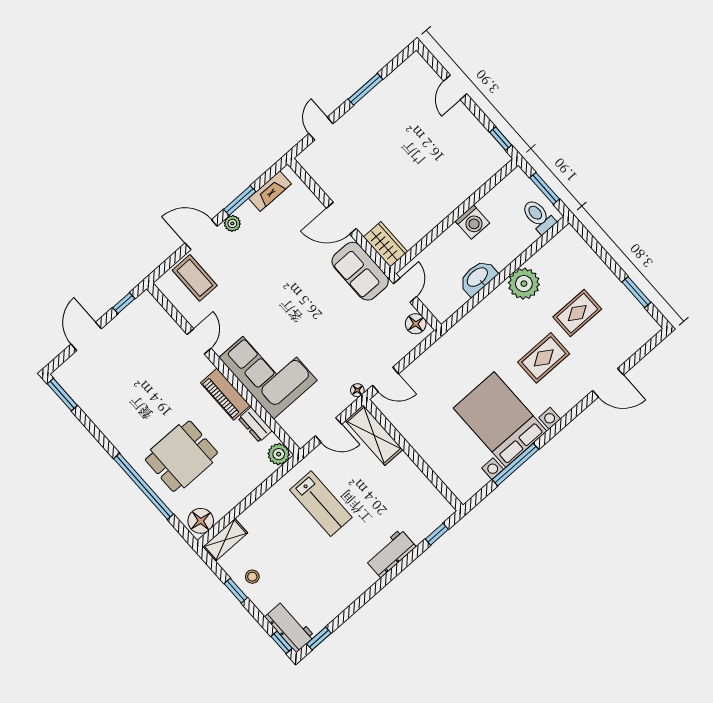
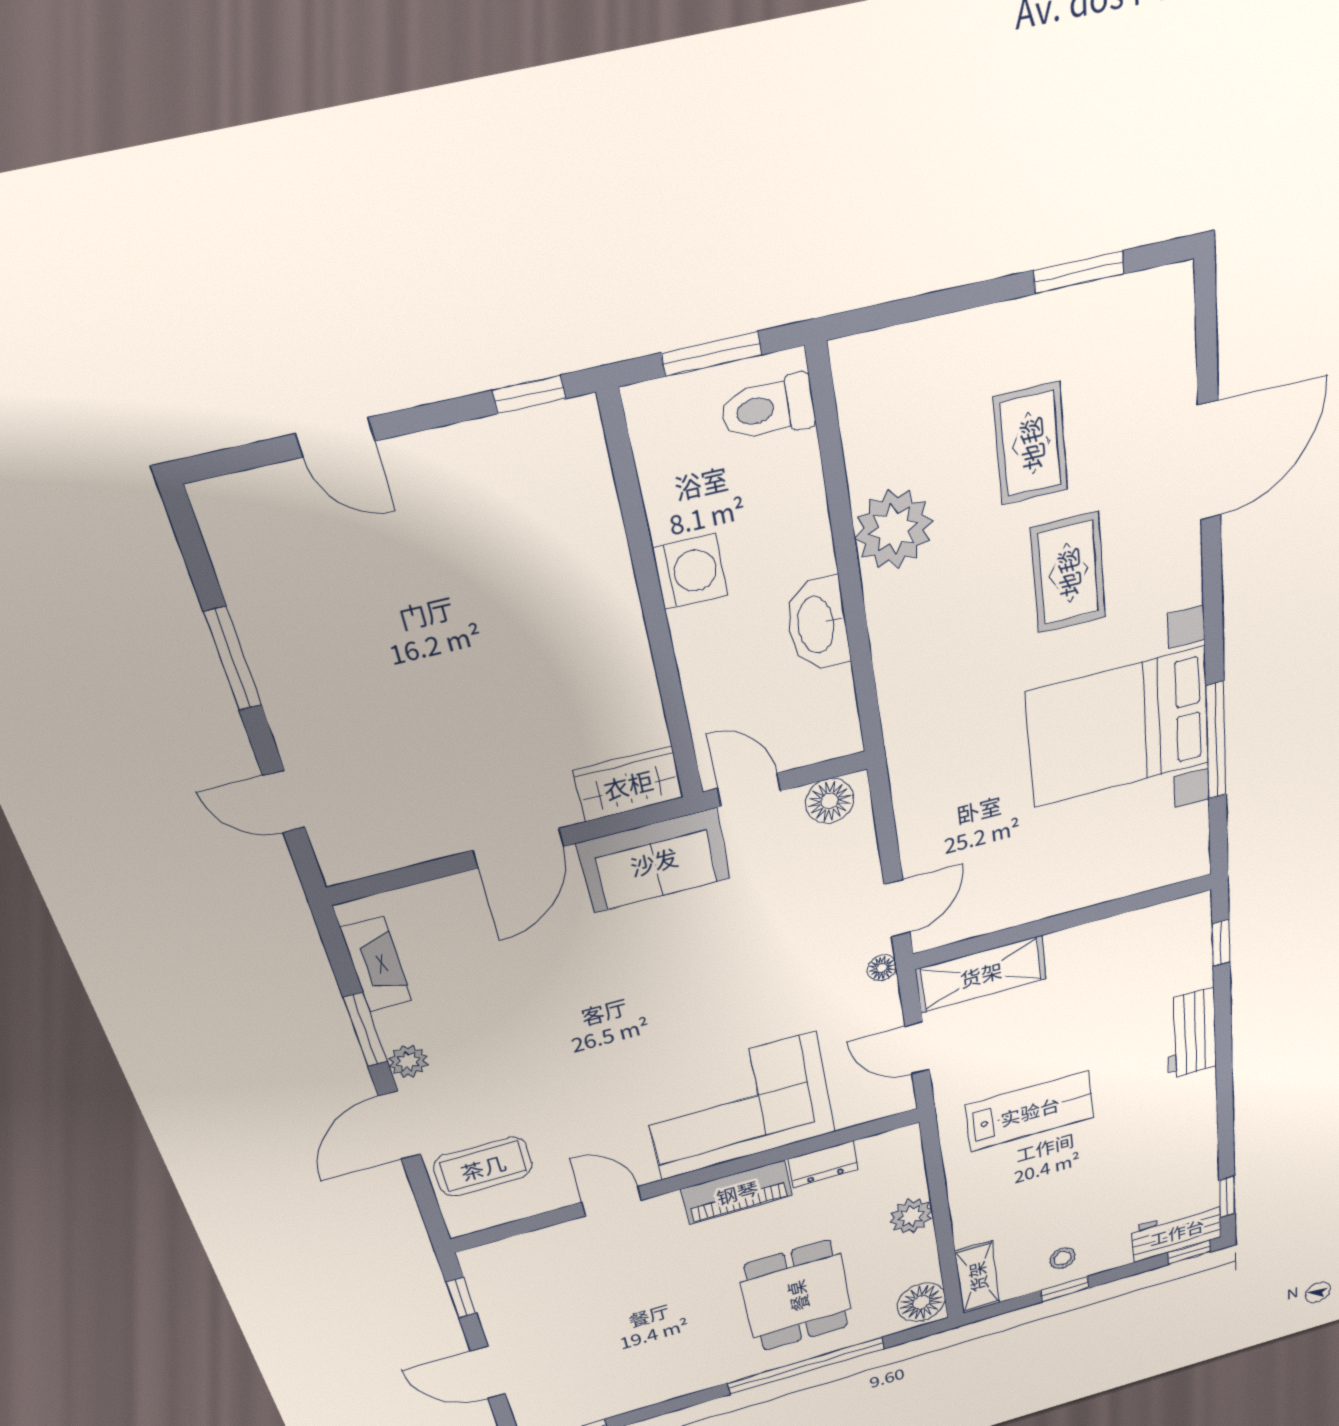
door: (608, 383) -> (1209, 461), width x1.36
door: (328, 430) -> (917, 1048), swing flipped
plant: (279, 454) -> (911, 1216), moved

